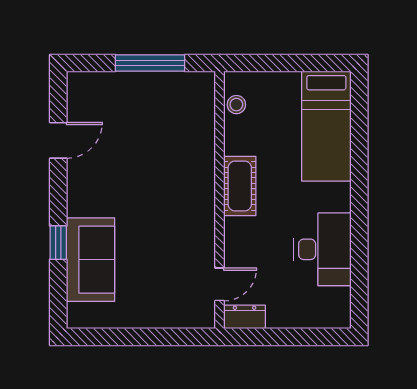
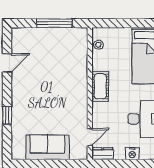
sofa: (91, 260) -> (47, 147), moved, turned -90
nightstand: (302, 317) -> (132, 154), added

